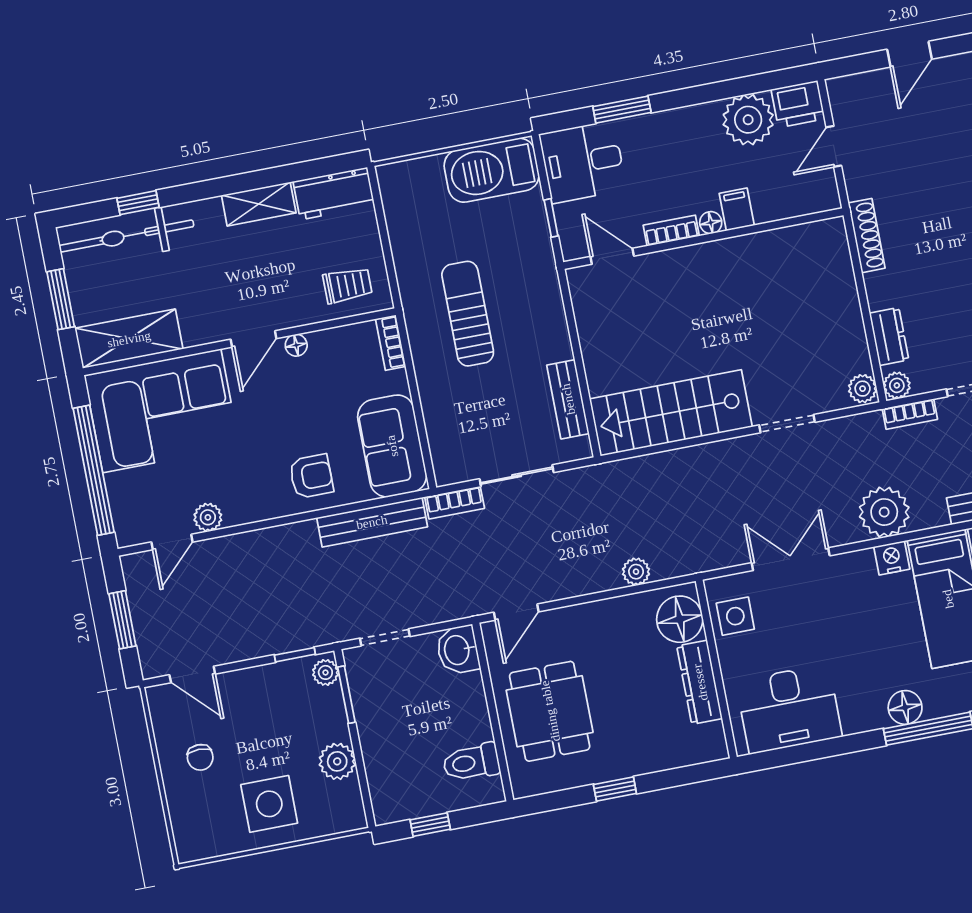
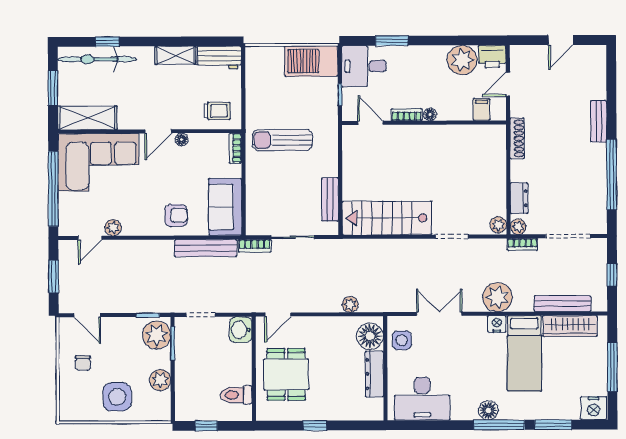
filing cabinet: (737, 209) -> (481, 110), moved
sun lounger: (468, 314) -> (282, 140), turned -90
plant: (325, 672) -> (157, 335), width x1.87, depth x1.87

